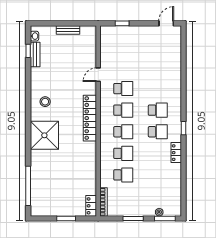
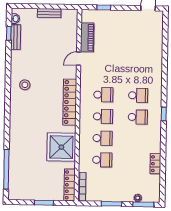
piano: (106, 53) -> (87, 37), added
school desk: (123, 89) -> (104, 73), removed
shower: (44, 135) -> (61, 147), moved
locker: (176, 153) -> (155, 164), moved
locker: (91, 206) -> (70, 185), width x1.53

